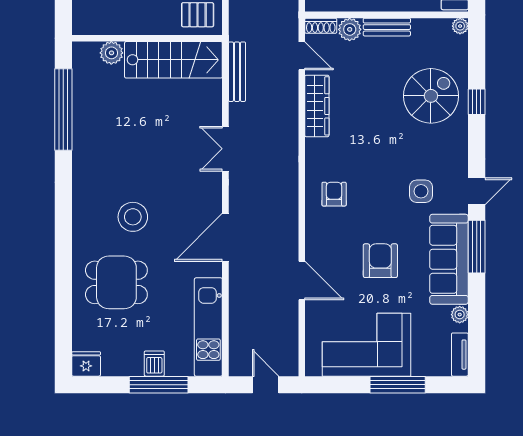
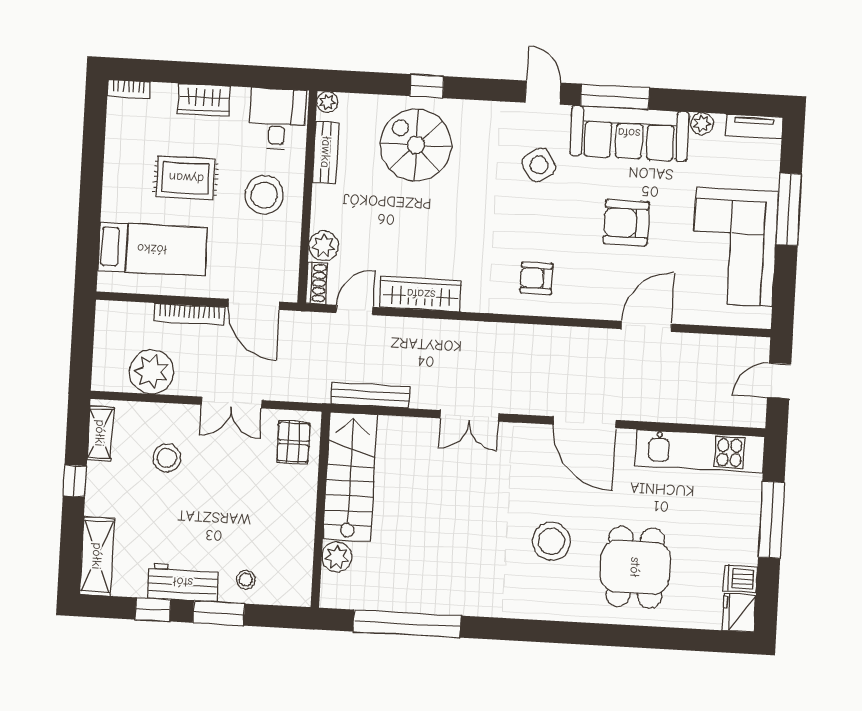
bench: (387, 27) -> (326, 152), moved
side table: (421, 191) -> (539, 165), turned -33
dishwasher: (154, 364) -> (740, 579), moved

